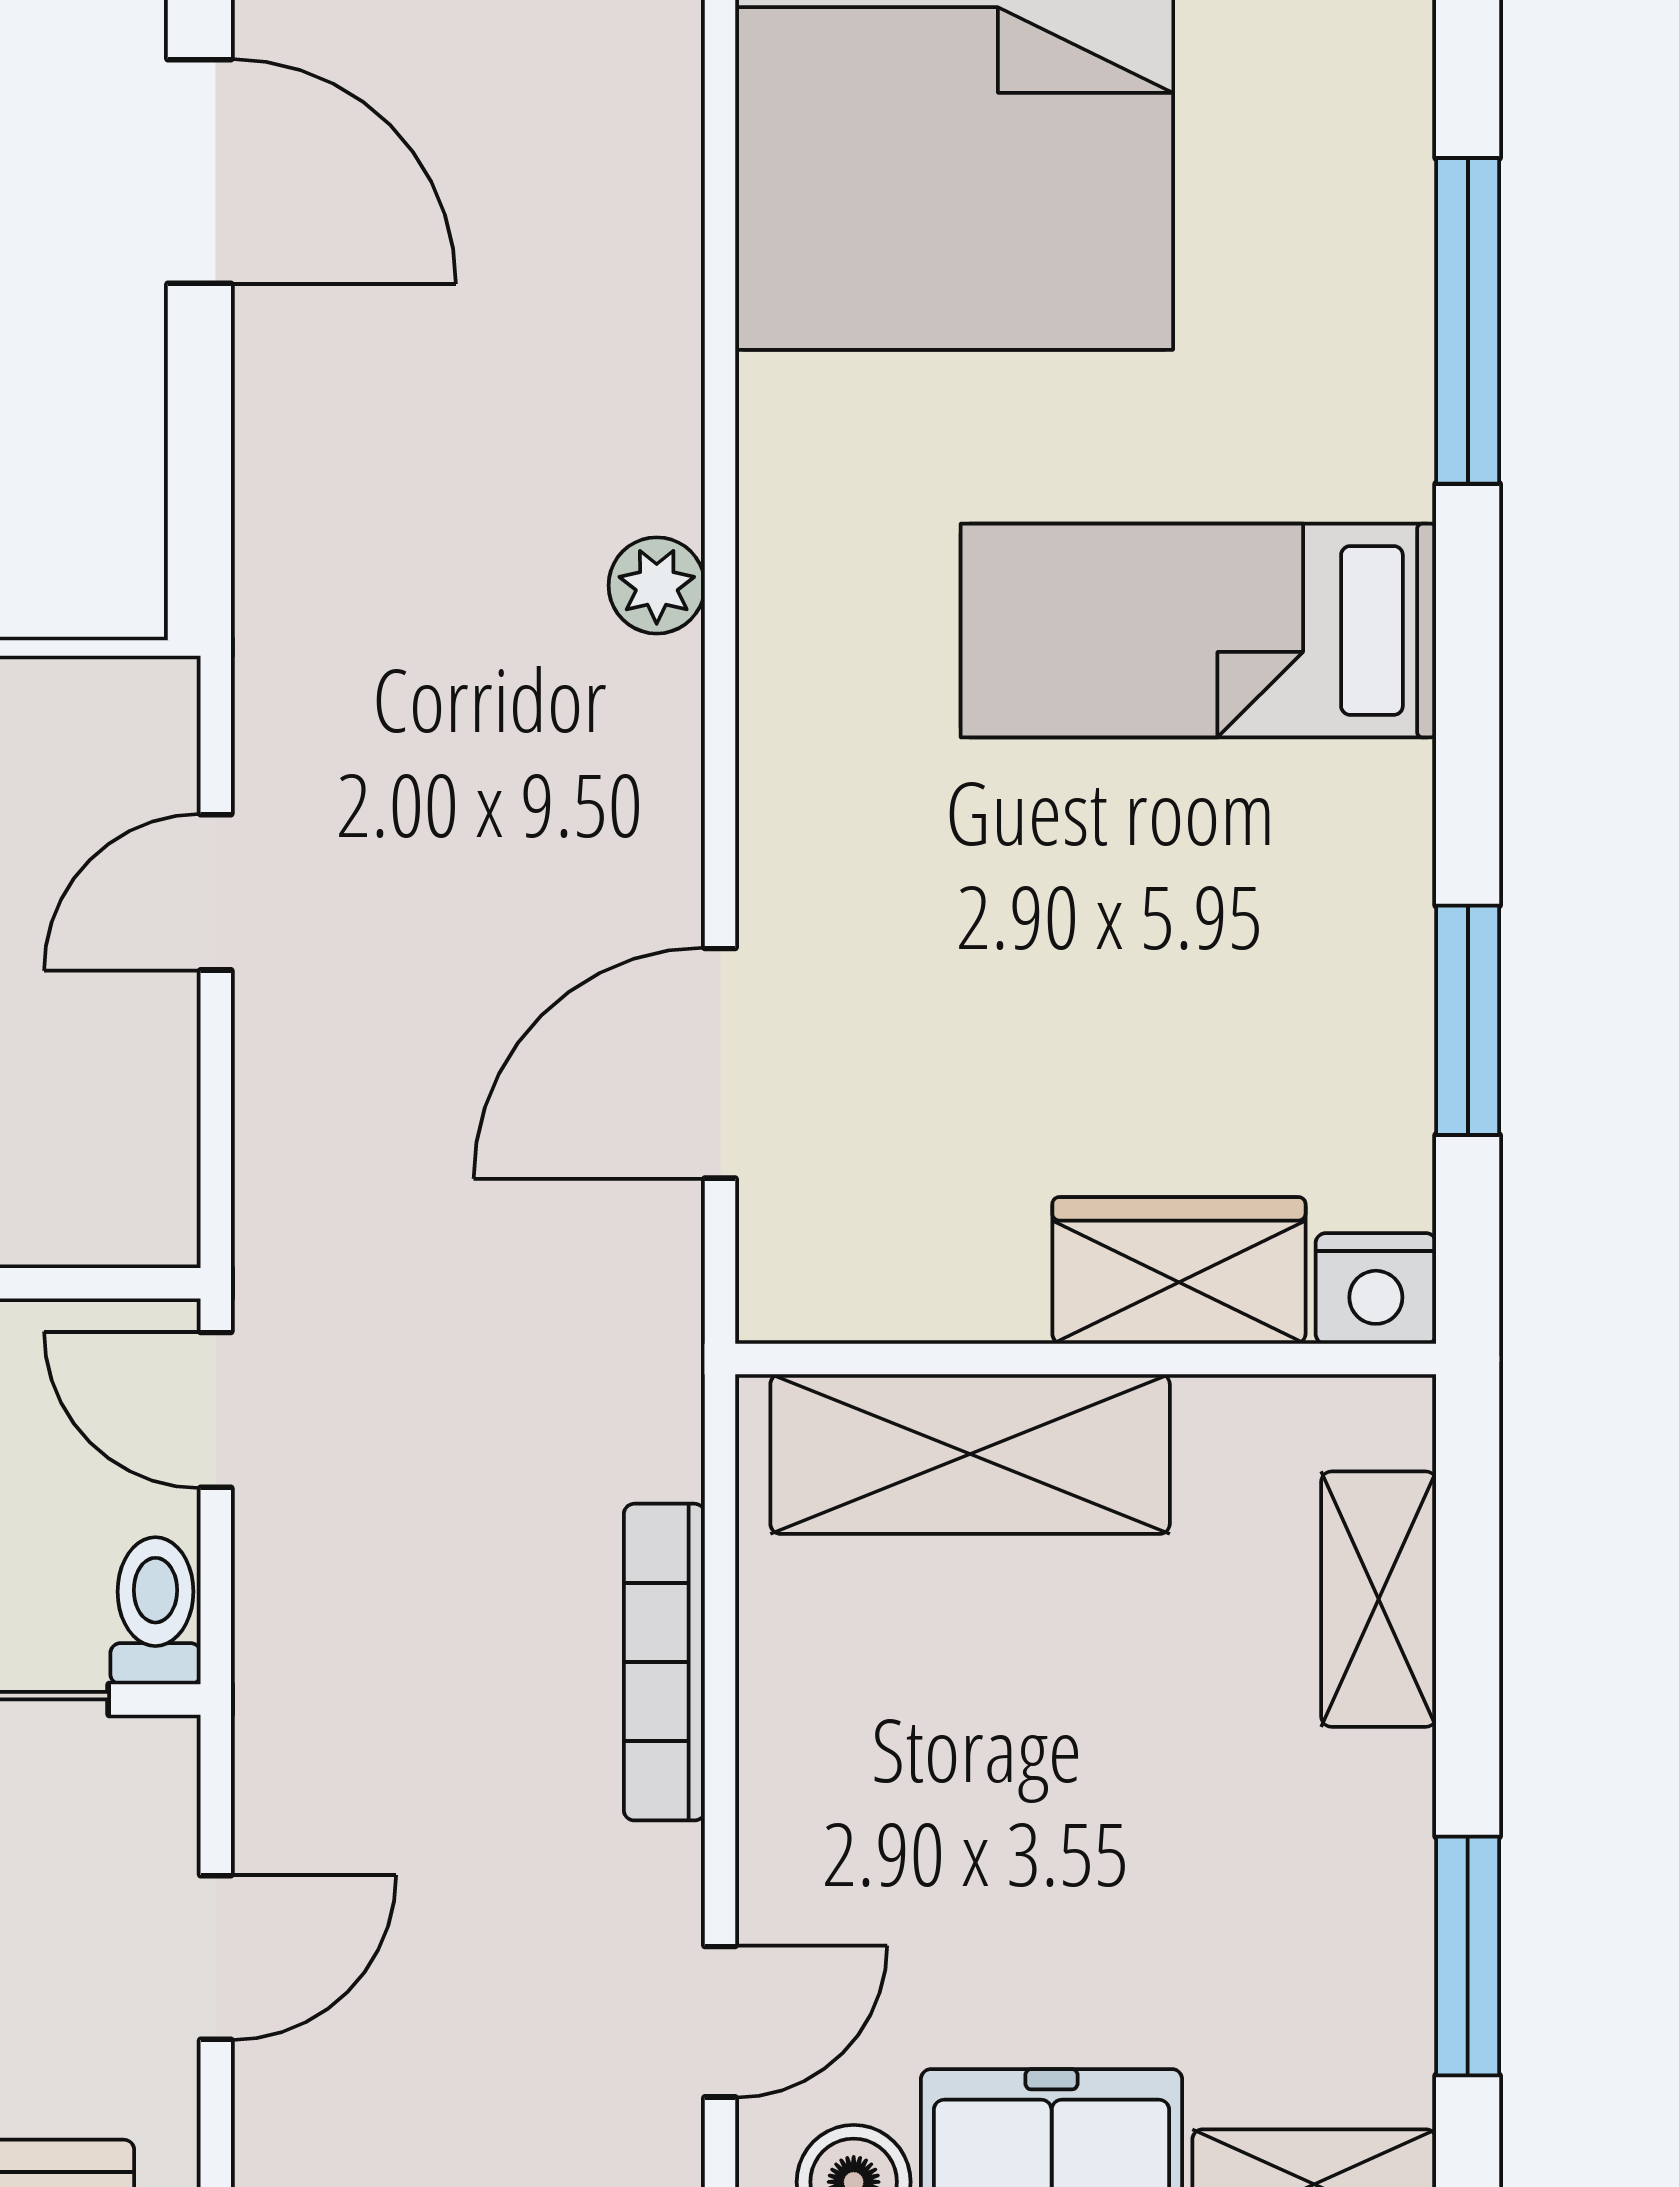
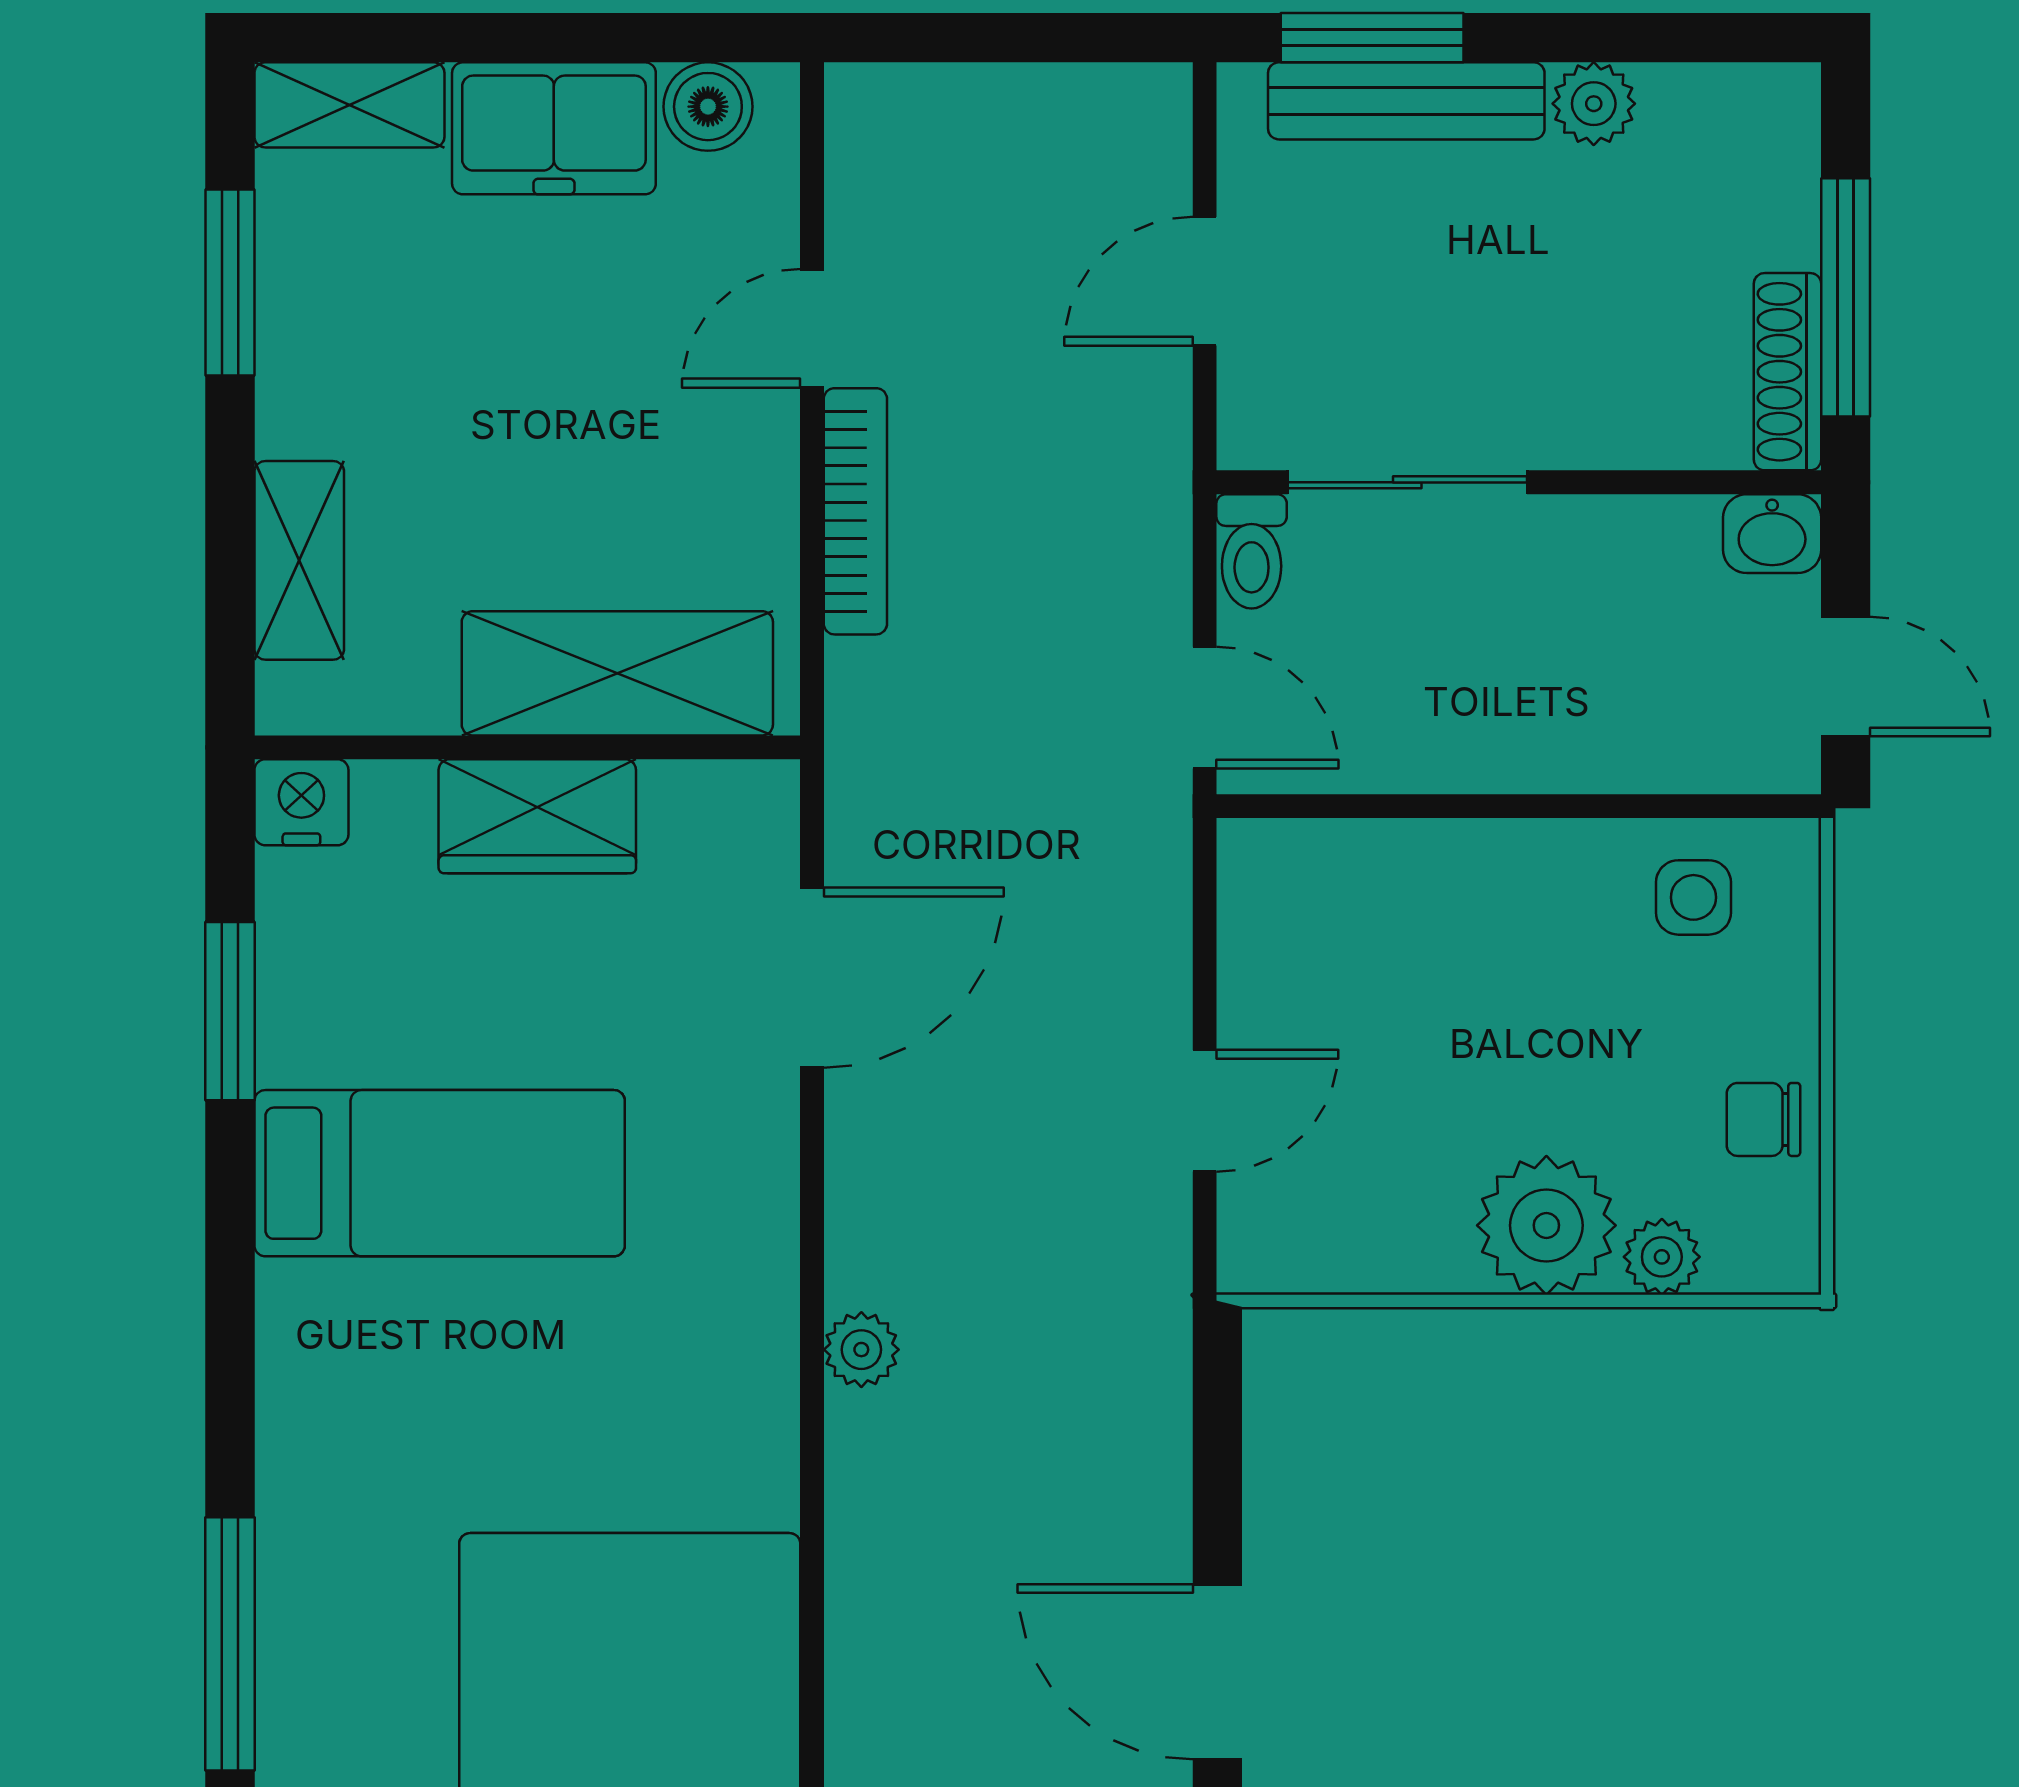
window: (1468, 321) -> (230, 1644), moved
bed: (1198, 630) -> (440, 1173), moved
wardrobe: (1179, 1270) -> (537, 816), moved
door: (720, 2022) -> (812, 328), moved

